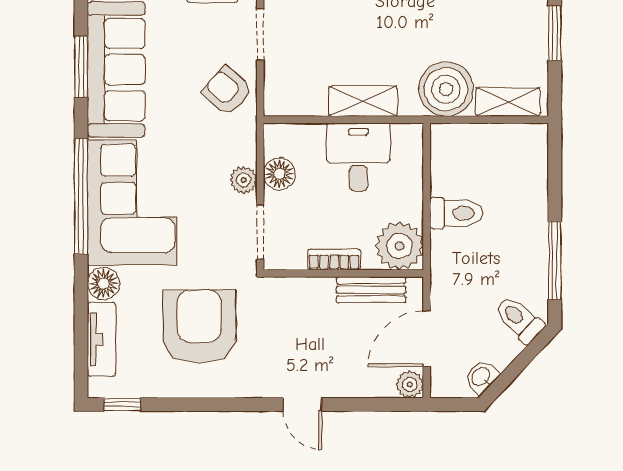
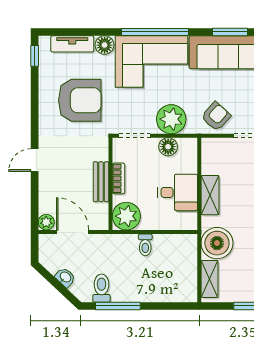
plant: (244, 180) -> (171, 119), width x1.87, depth x1.87
toilet: (456, 213) -> (145, 245), width x0.73, depth x0.72
bench: (371, 290) -> (101, 182), moved
toilet: (519, 319) -> (101, 288), moved, turned -43
washbasin: (481, 377) -> (65, 277), moved

